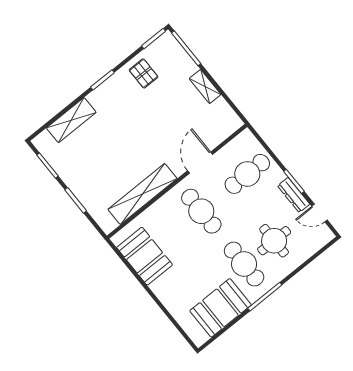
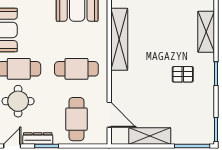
pallet: (144, 73) -> (183, 74), moved
shelving: (205, 86) -> (150, 136), width x1.50, depth x1.33
door: (200, 163) -> (109, 115), moved

